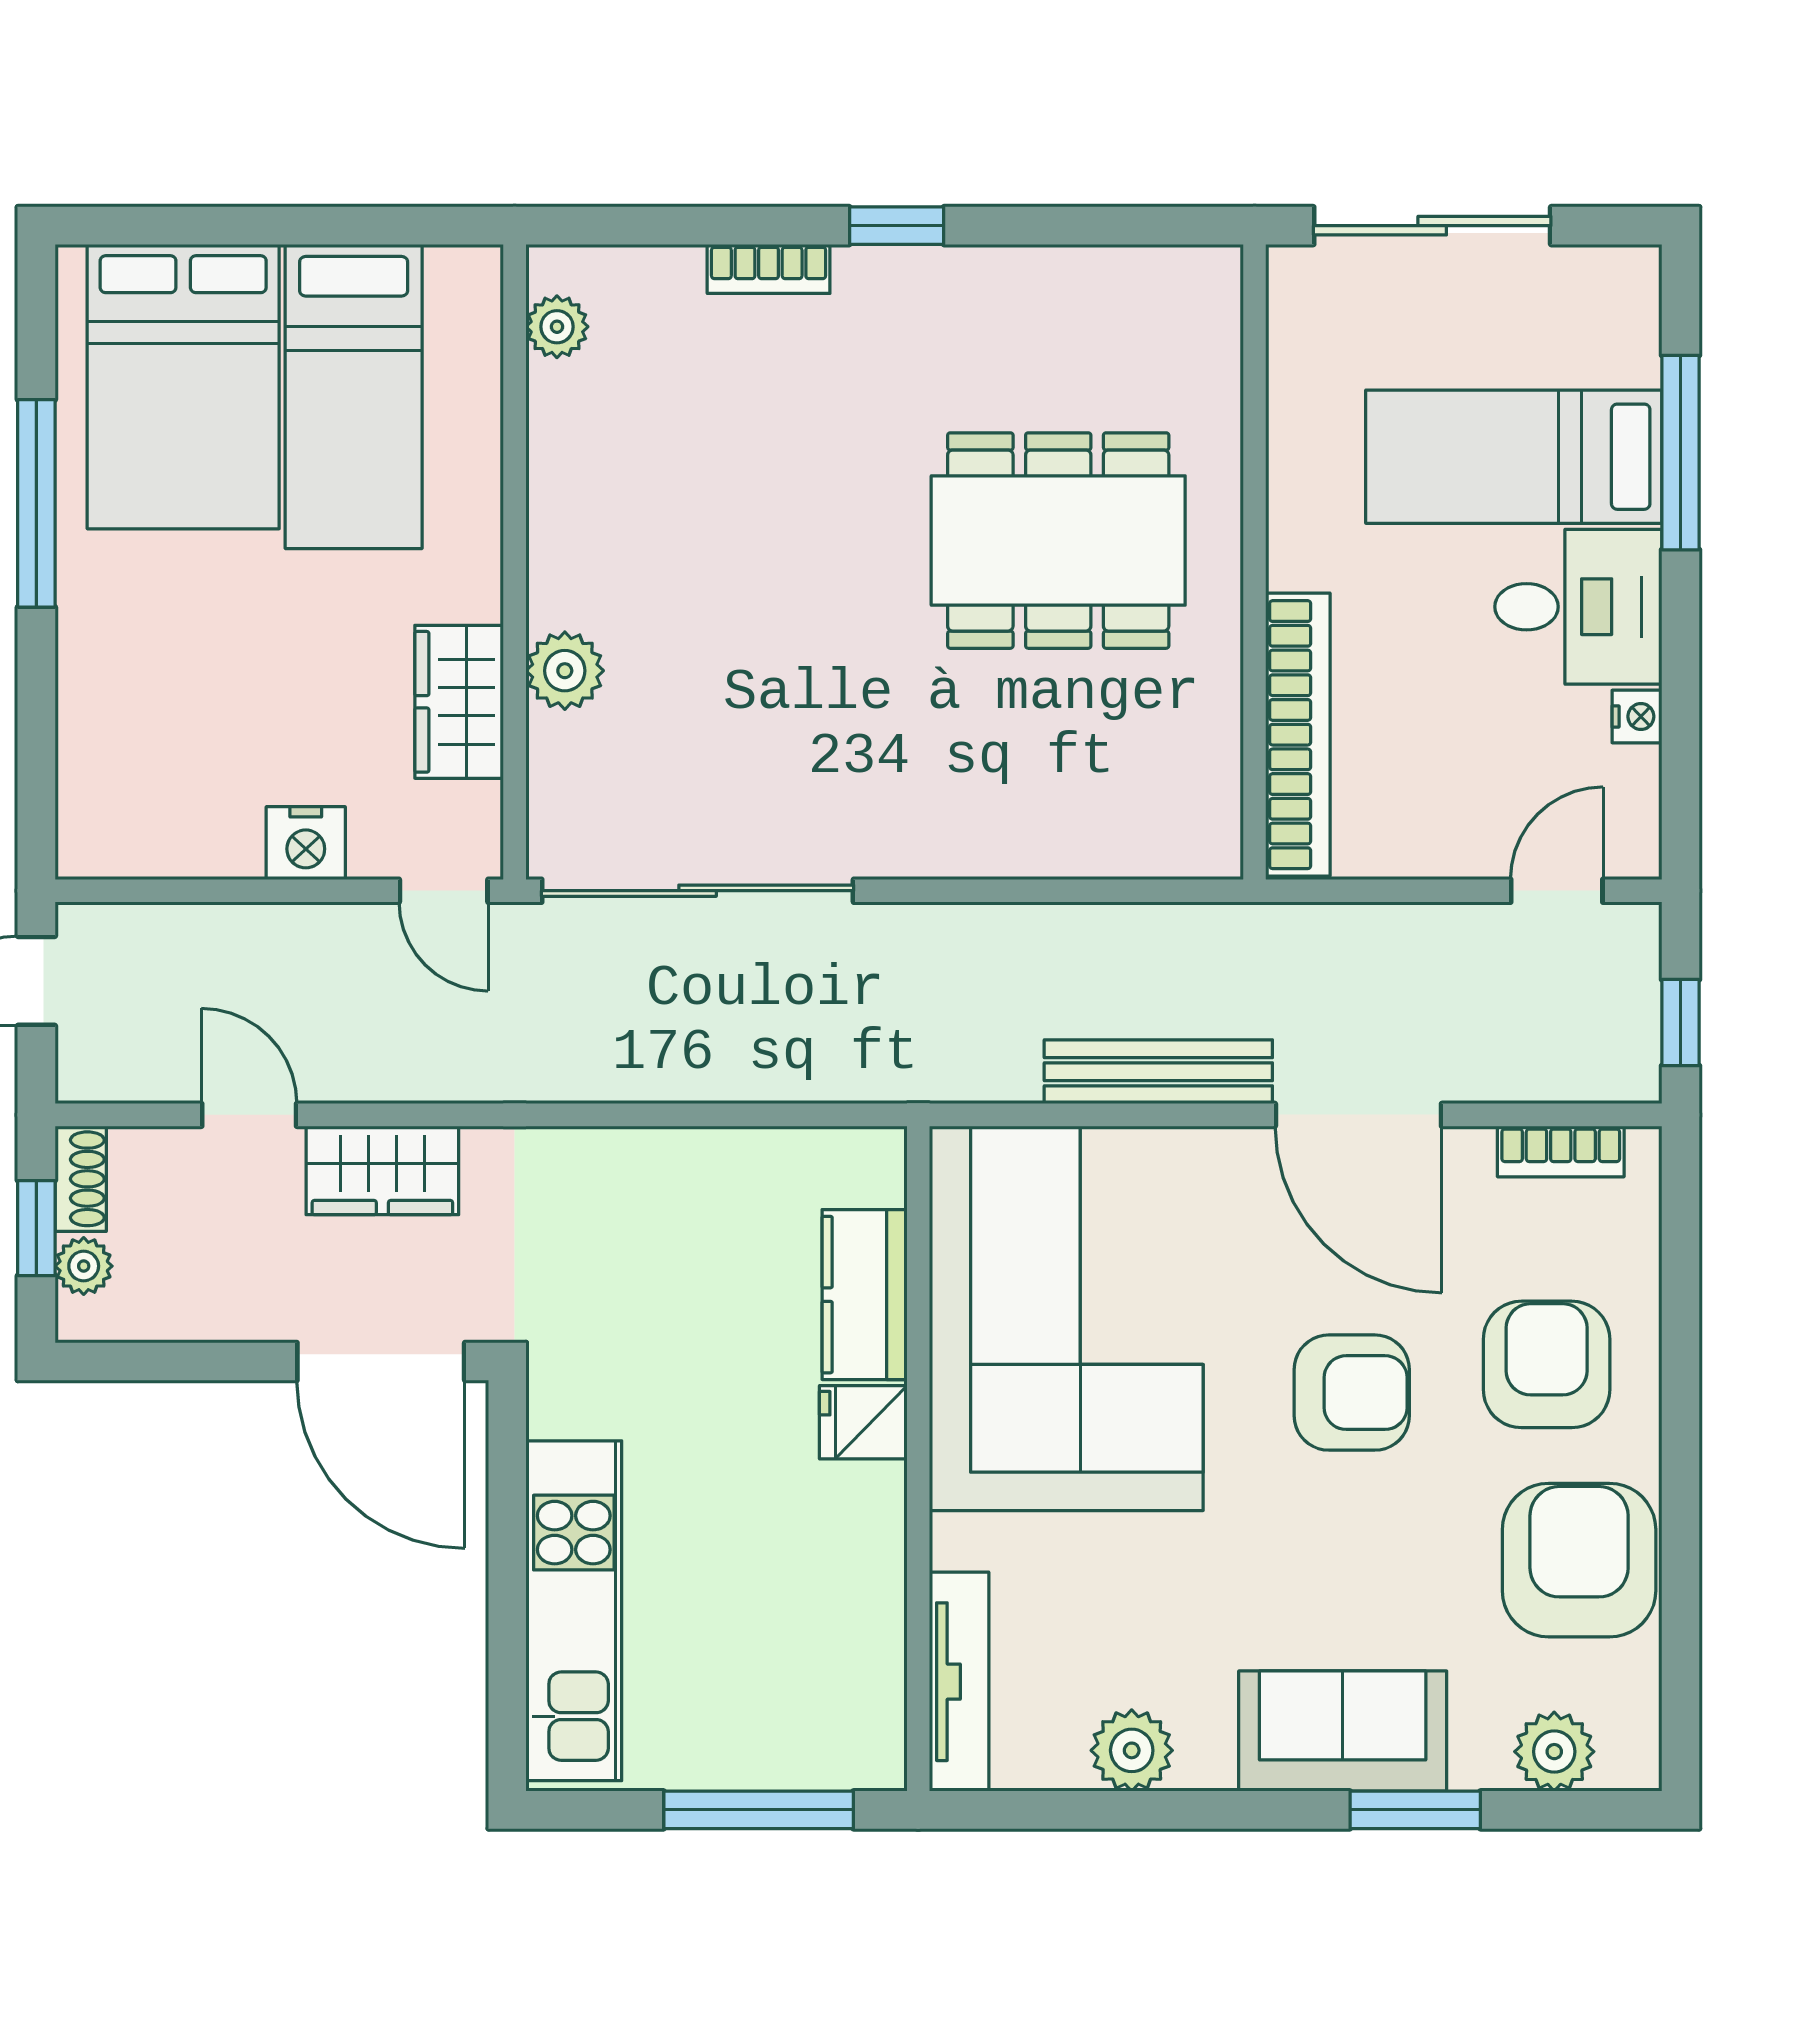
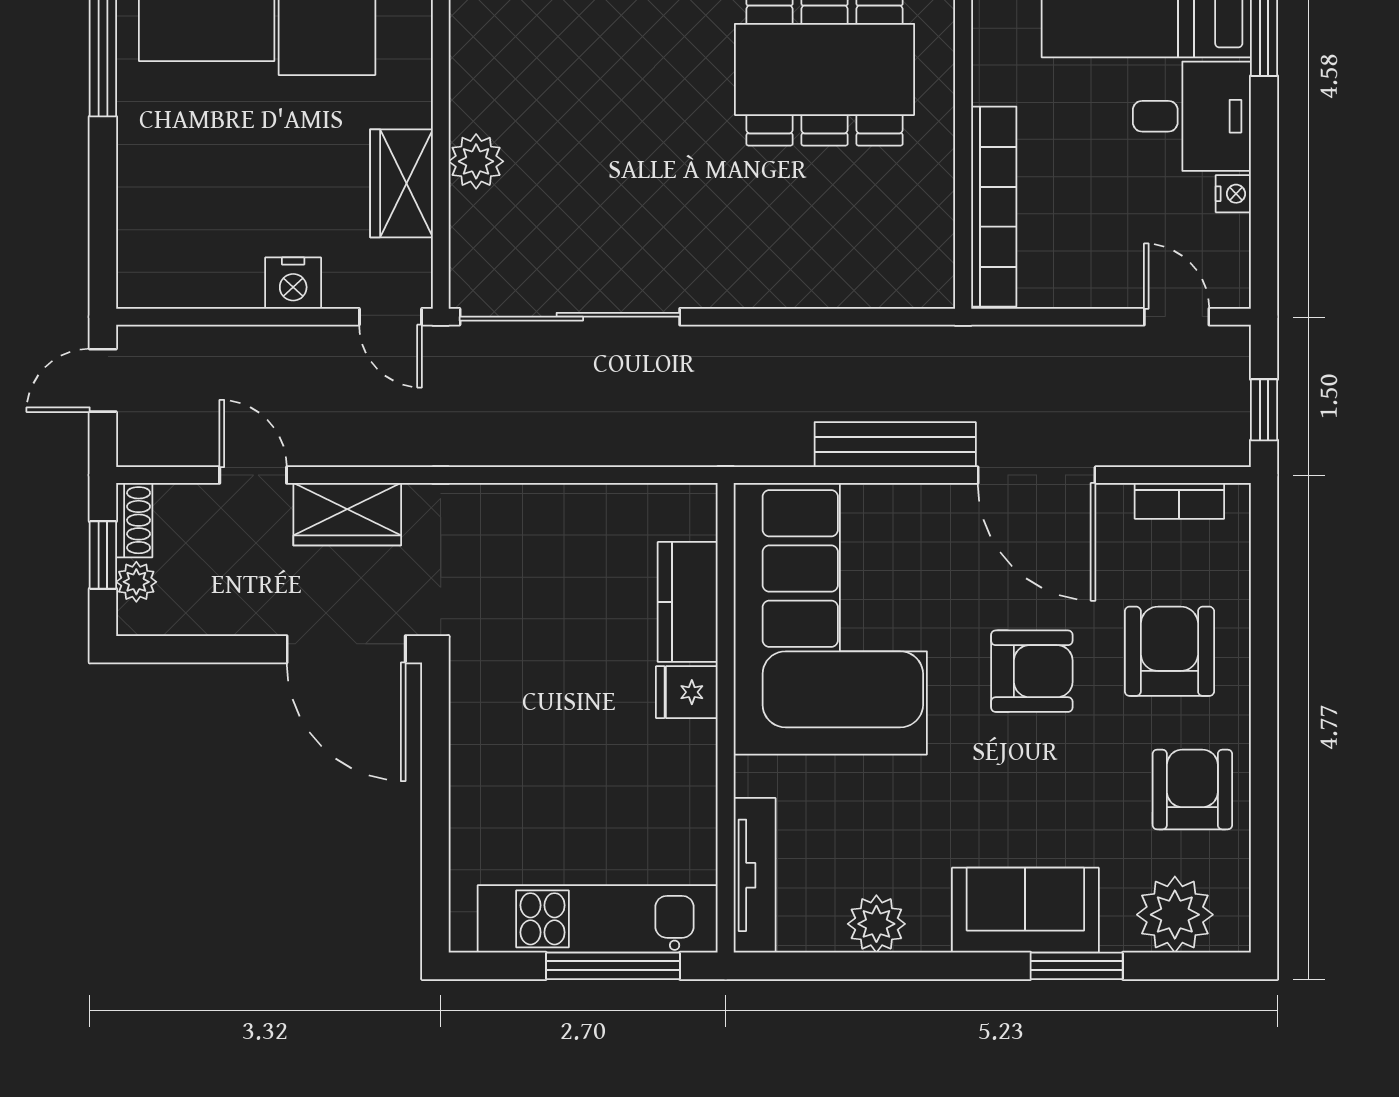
door: (1557, 891) -> (1177, 317), hinge flipped
armchair: (1579, 1560) -> (1192, 790), width x0.73, depth x0.73
kitchen unit: (574, 1611) -> (598, 919), moved, turned -90
plant: (1554, 1752) -> (1175, 915), width x1.36, depth x1.36

